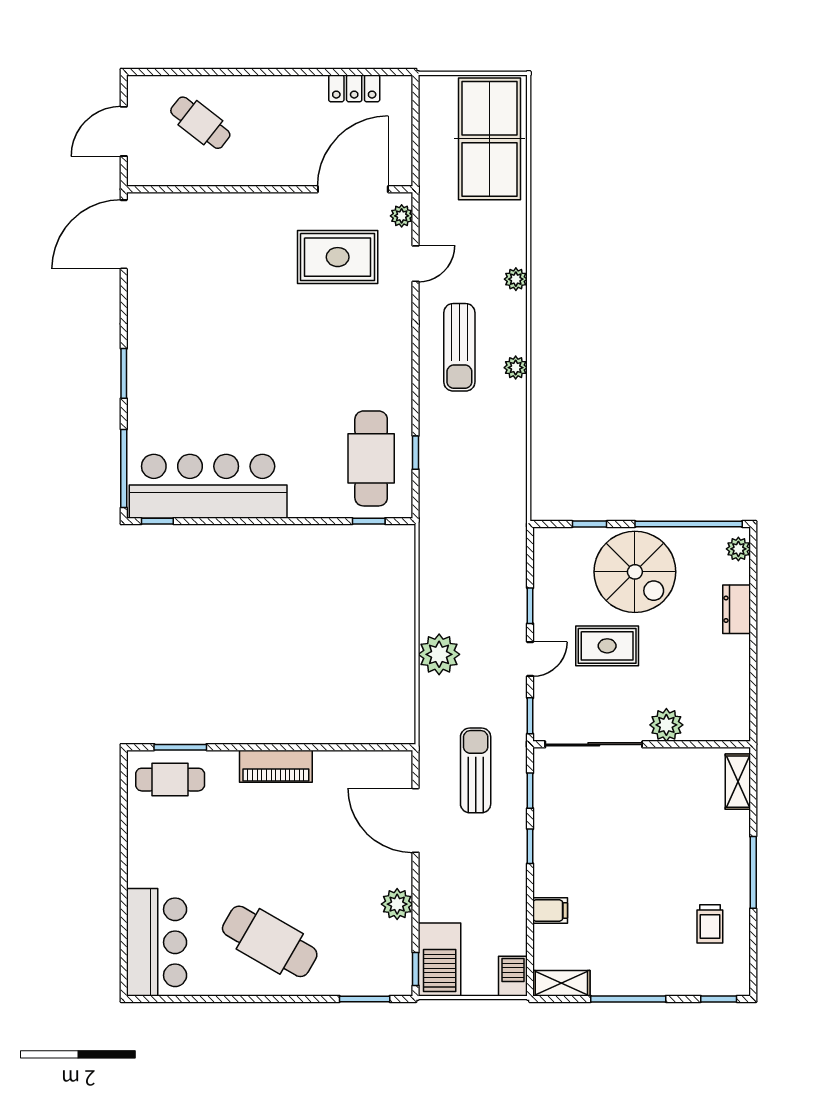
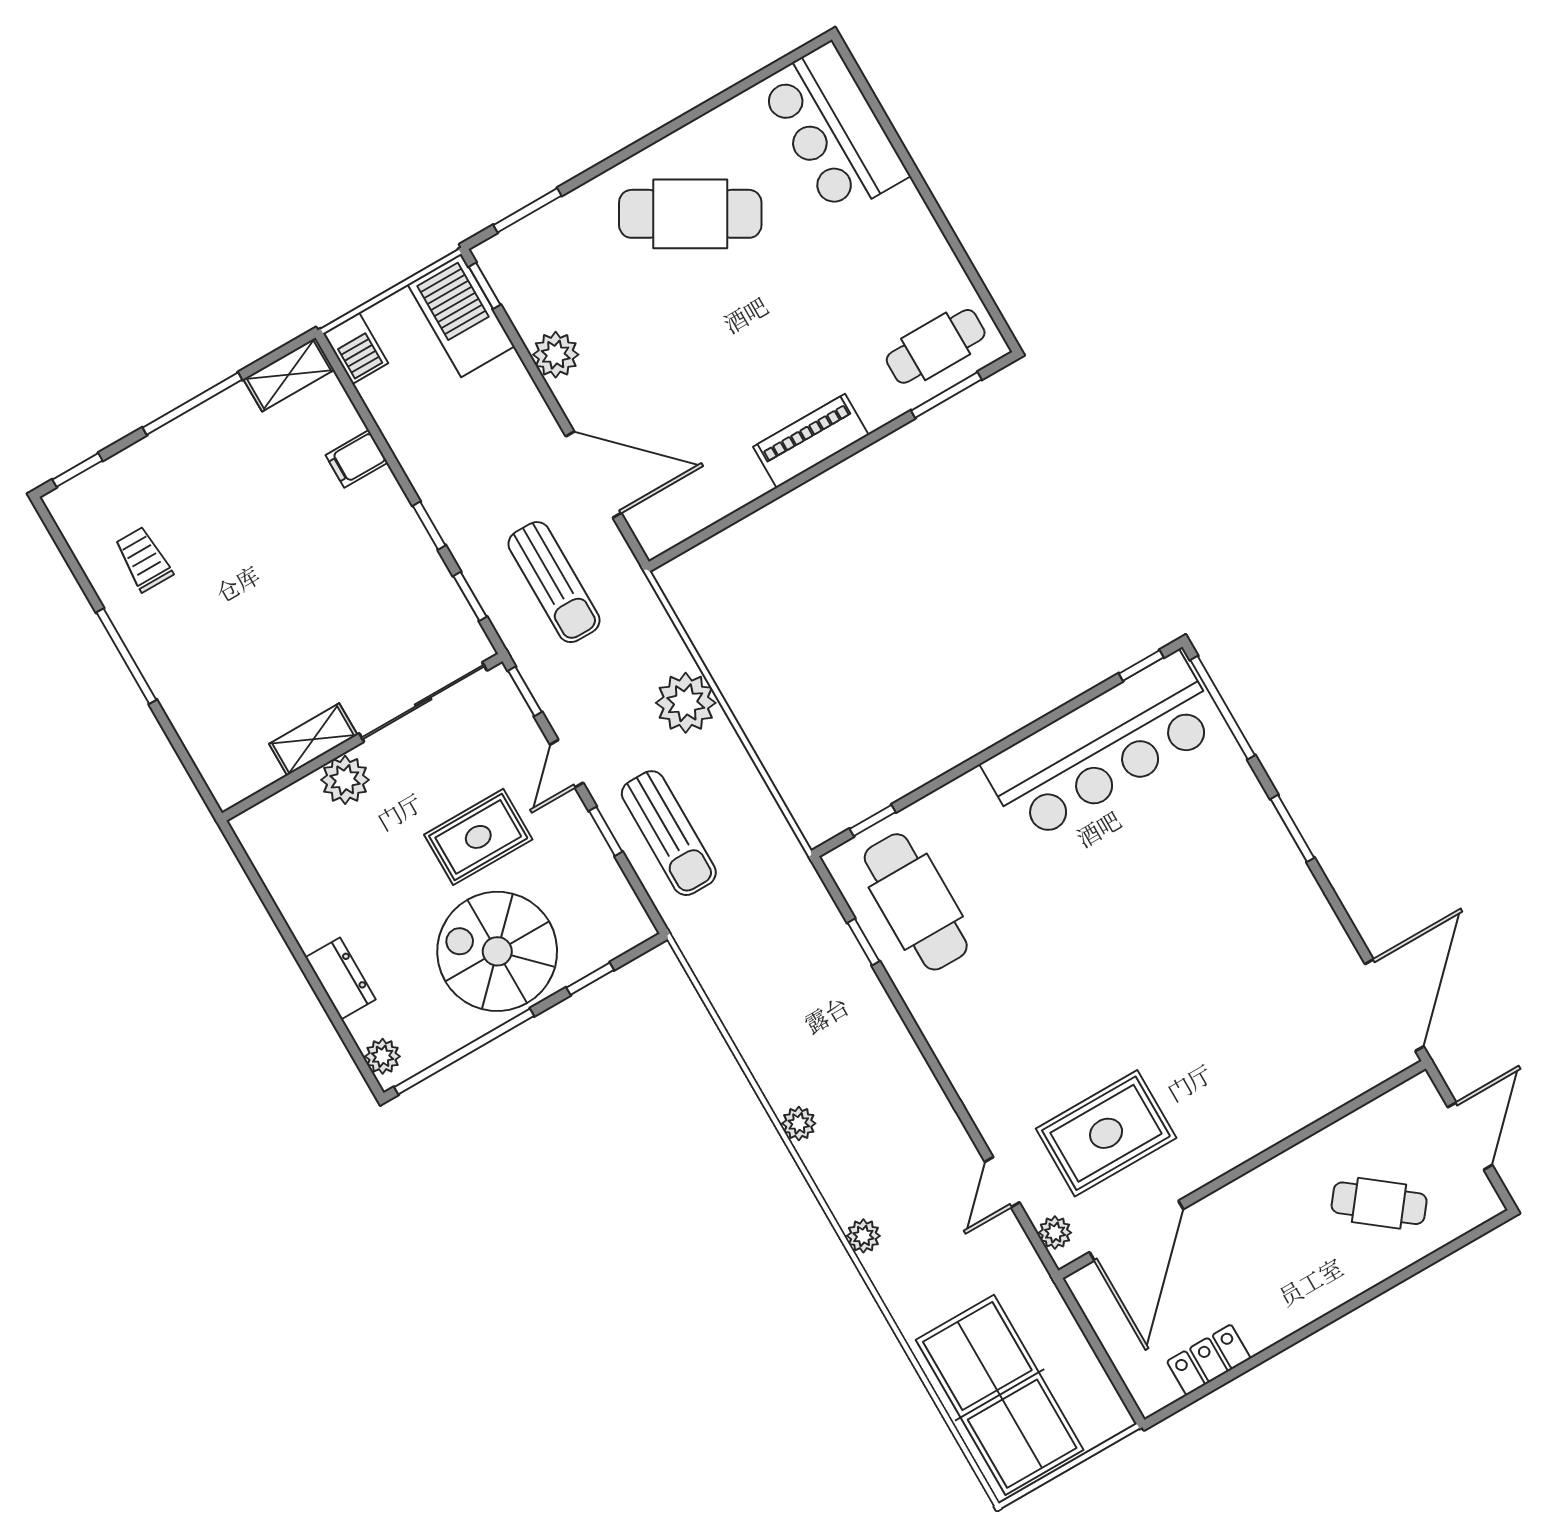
sun lounger: (459, 347) -> (669, 833), moved, turned 180
shelving: (738, 782) -> (313, 739), moved, turned 90

